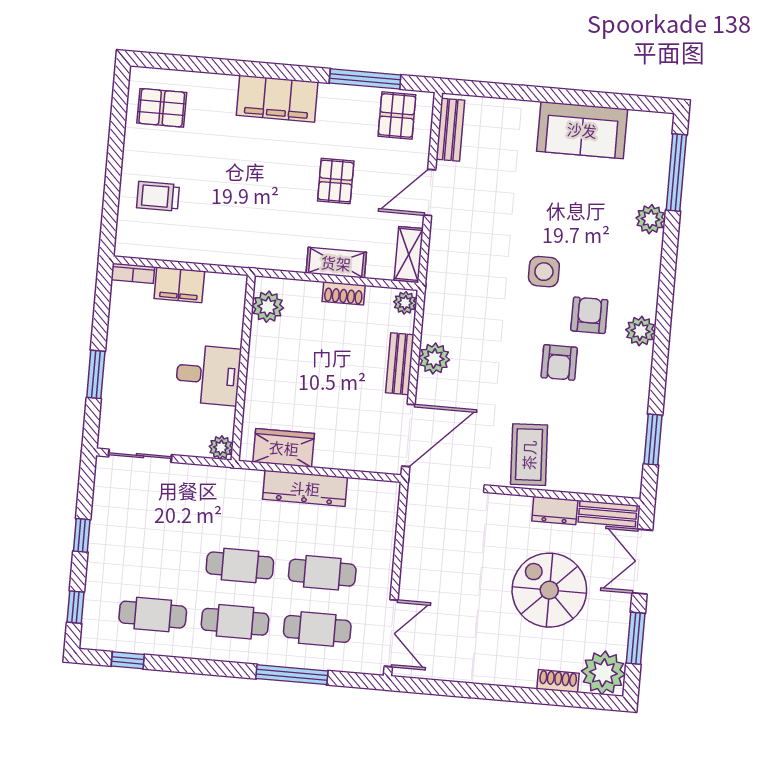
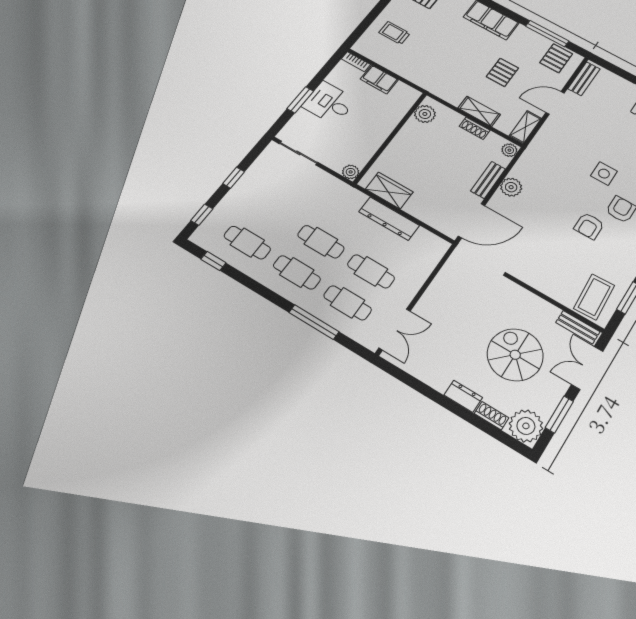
desk: (208, 375) -> (329, 103), moved, turned 180
coffee table: (529, 455) -> (594, 297), moved
dresser: (555, 511) -> (463, 396), moved, turned 180

